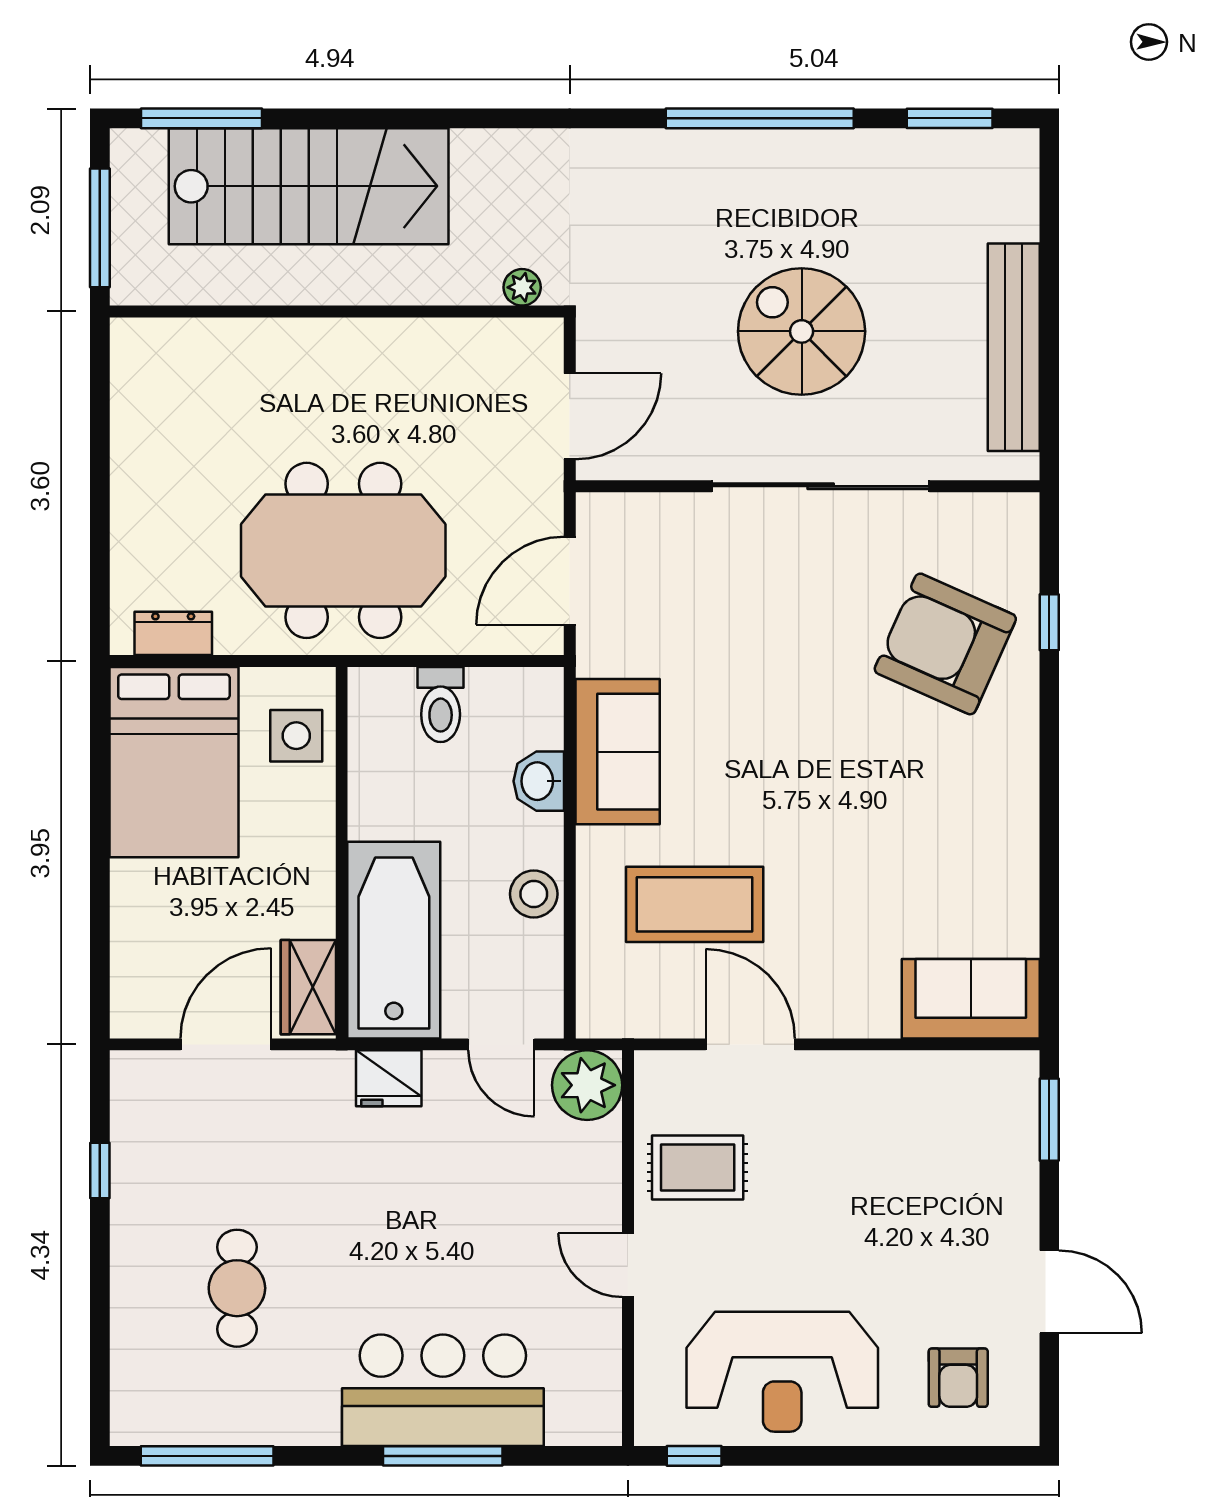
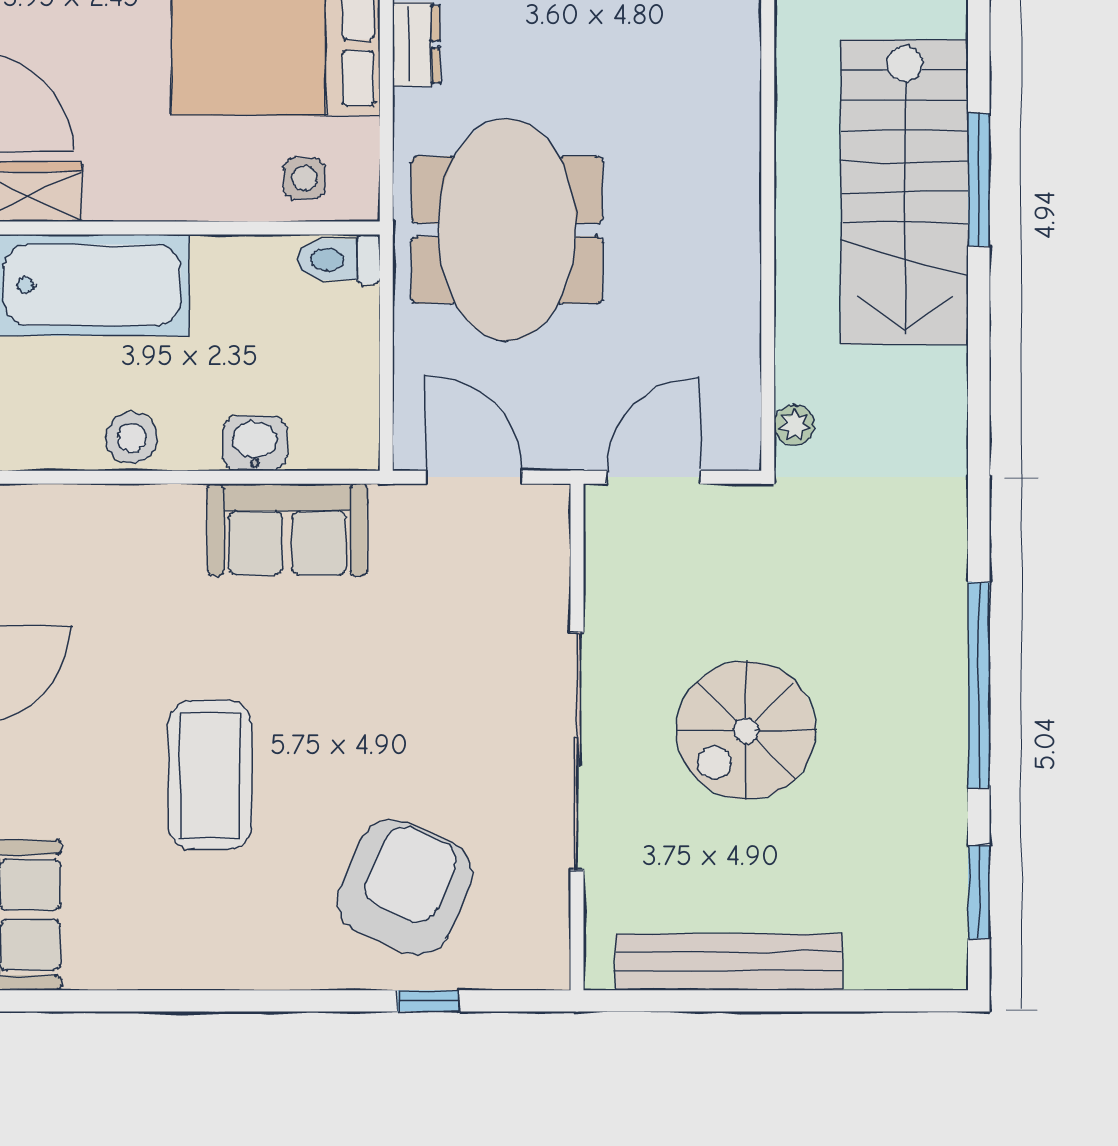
window: (202, 118) -> (979, 180), moved
spiral stairs: (802, 331) -> (746, 730), turned 180
door: (570, 416) -> (653, 477), swing flipped
toilet: (441, 705) -> (339, 259), moved
side table: (296, 736) -> (305, 179), width x0.73, depth x0.73
coffee table: (695, 904) -> (210, 775), moved

